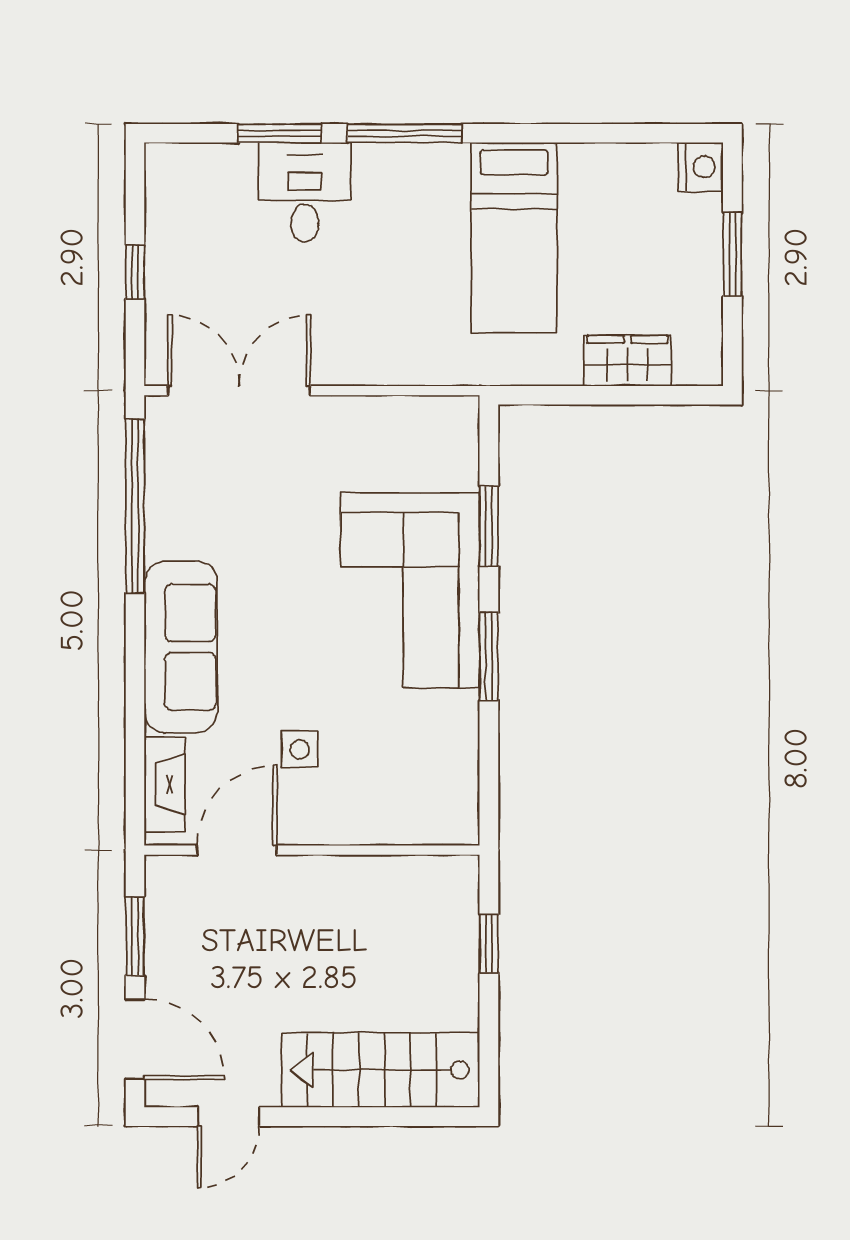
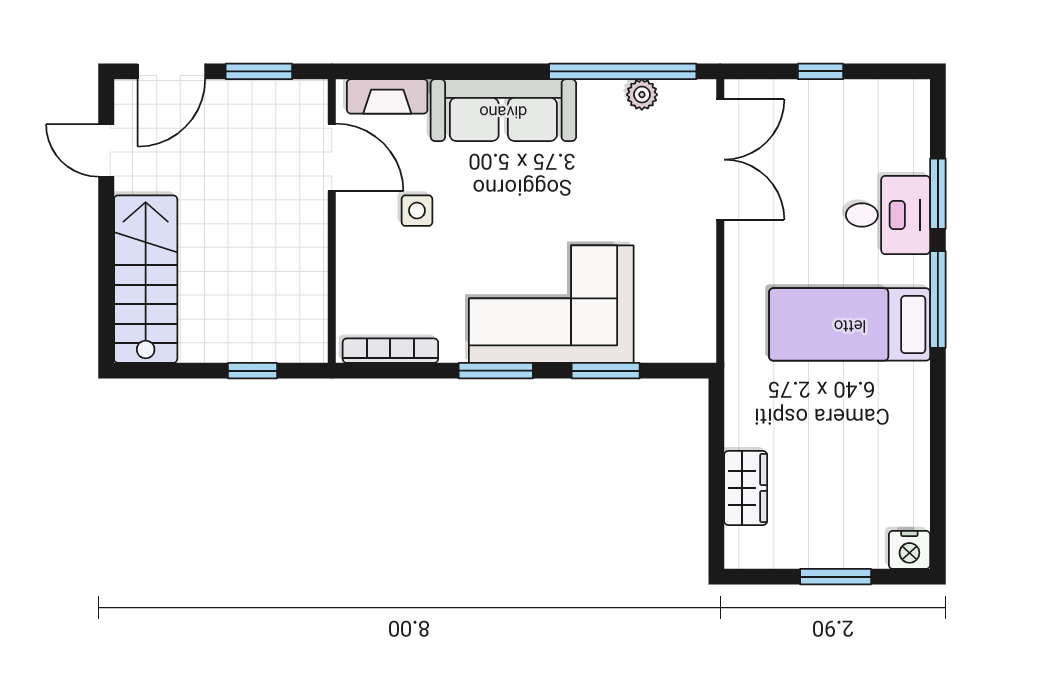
bed: (514, 238) -> (850, 324), moved
plant: (162, 483) -> (642, 95), added
bookcase: (465, 781) -> (390, 351), added

